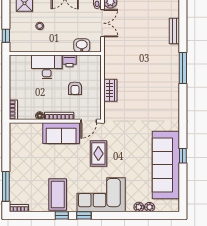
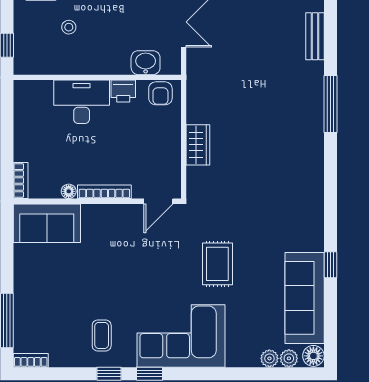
armchair: (75, 88) -> (160, 93), moved
sofa: (61, 133) -> (47, 223), moved
rug: (98, 154) -> (217, 264), moved
sofa: (166, 165) -> (305, 298), width x0.74, depth x0.79
coffee table: (58, 194) -> (102, 335), width x0.54, depth x0.58
floor lamp: (173, 206) -> (313, 356), added
plant: (139, 207) -> (289, 358), moved

